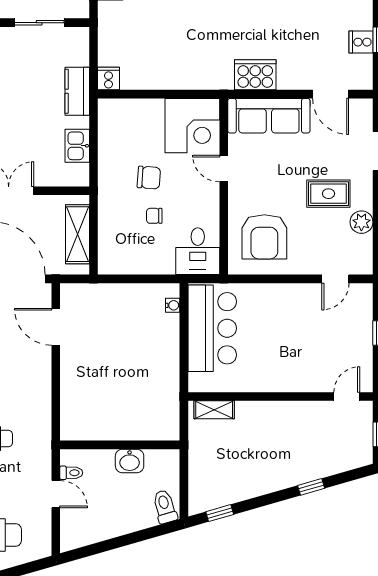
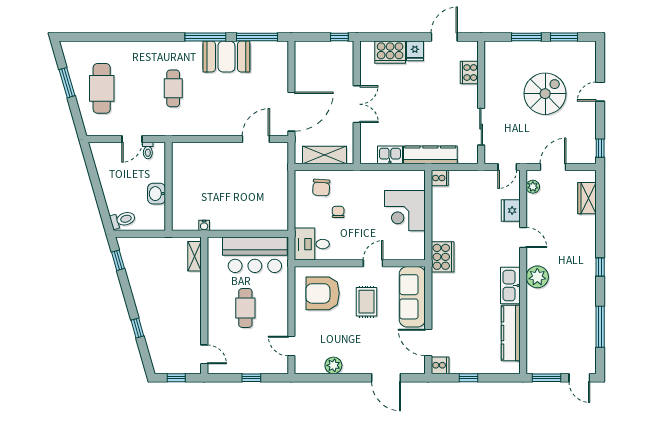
cooker: (361, 42) -> (440, 365), moved, turned 90
cooker: (255, 75) -> (443, 257), moved
kitchen counter: (77, 91) -> (430, 155), width x1.50
door: (331, 94) -> (428, 342), hinge flipped
corner desk: (192, 126) -> (405, 211), moved
chair: (149, 178) -> (321, 188), moved
rug: (328, 194) -> (366, 302), moved
water cooler: (173, 305) -> (204, 225), moved
cafe table: (284, 341) -> (245, 308), added

